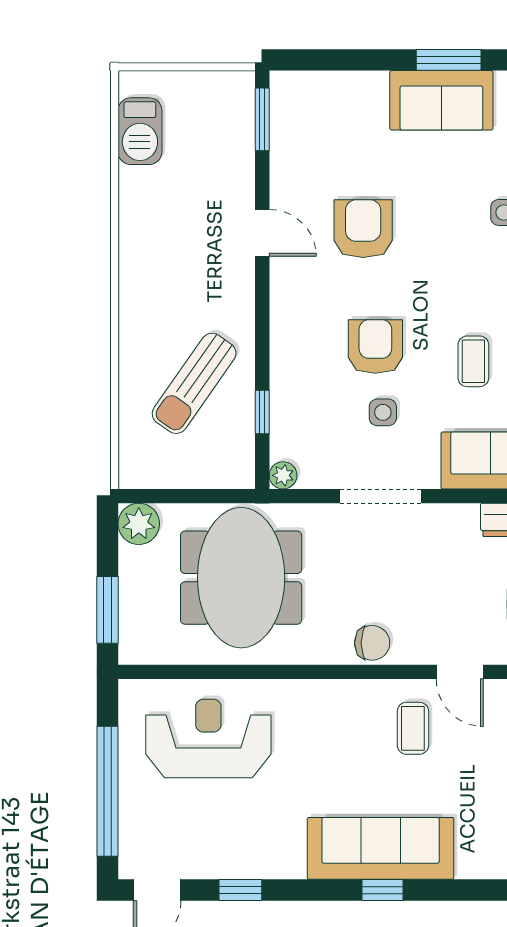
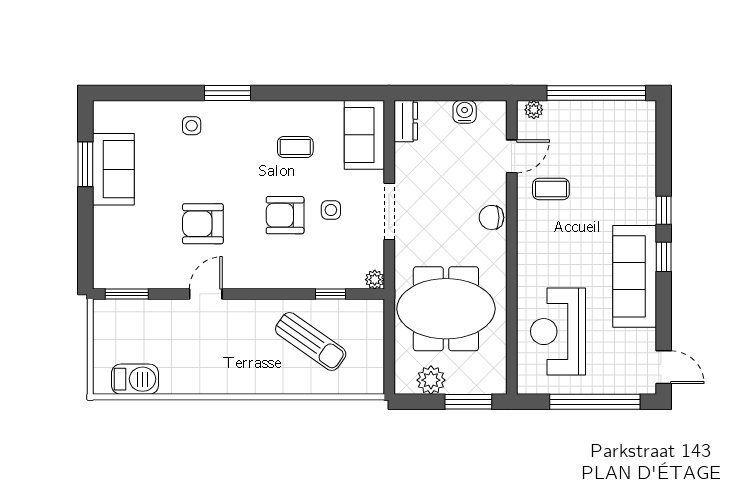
plant: (139, 524) -> (431, 380), moved
chair: (372, 643) -> (491, 217), turned -90
sofa: (381, 848) -> (635, 276), moved
window: (240, 890) -> (664, 257), moved

